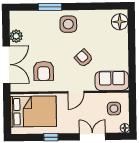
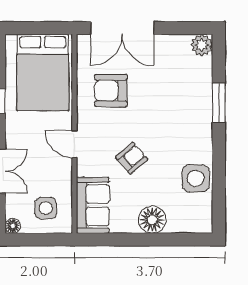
floor lamp: (120, 22) -> (152, 220), moved
side table: (68, 24) -> (196, 178), moved
plant: (16, 36) -> (202, 45), moved

